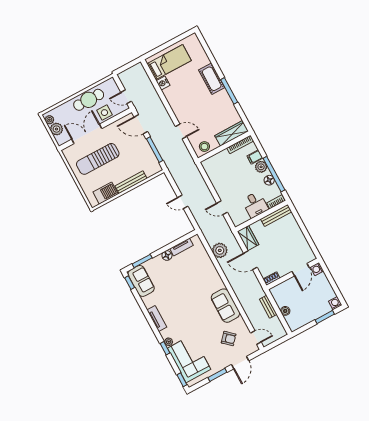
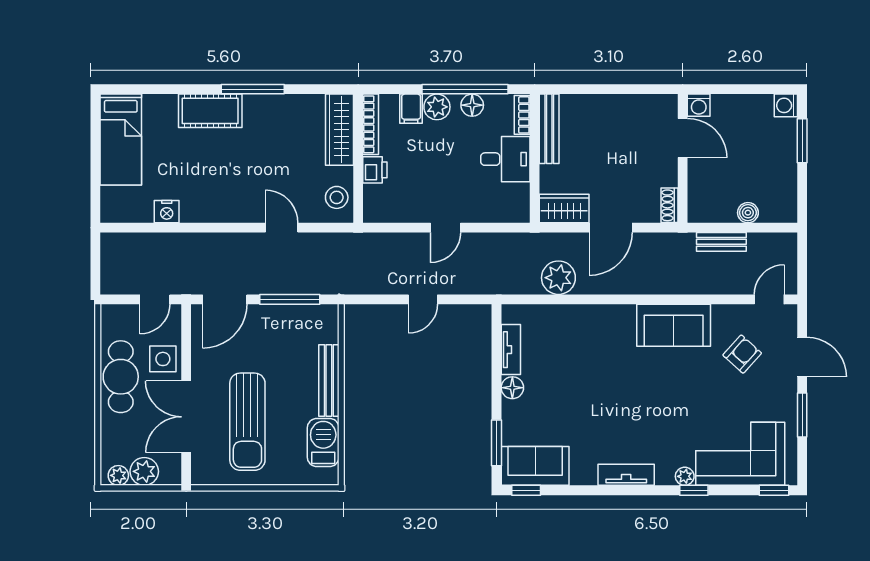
bed: (169, 62) -> (121, 140), moved, turned 180
door: (181, 131) -> (282, 228), hinge flipped
printer: (223, 156) -> (375, 170), added
door: (222, 208) -> (445, 228), moved

